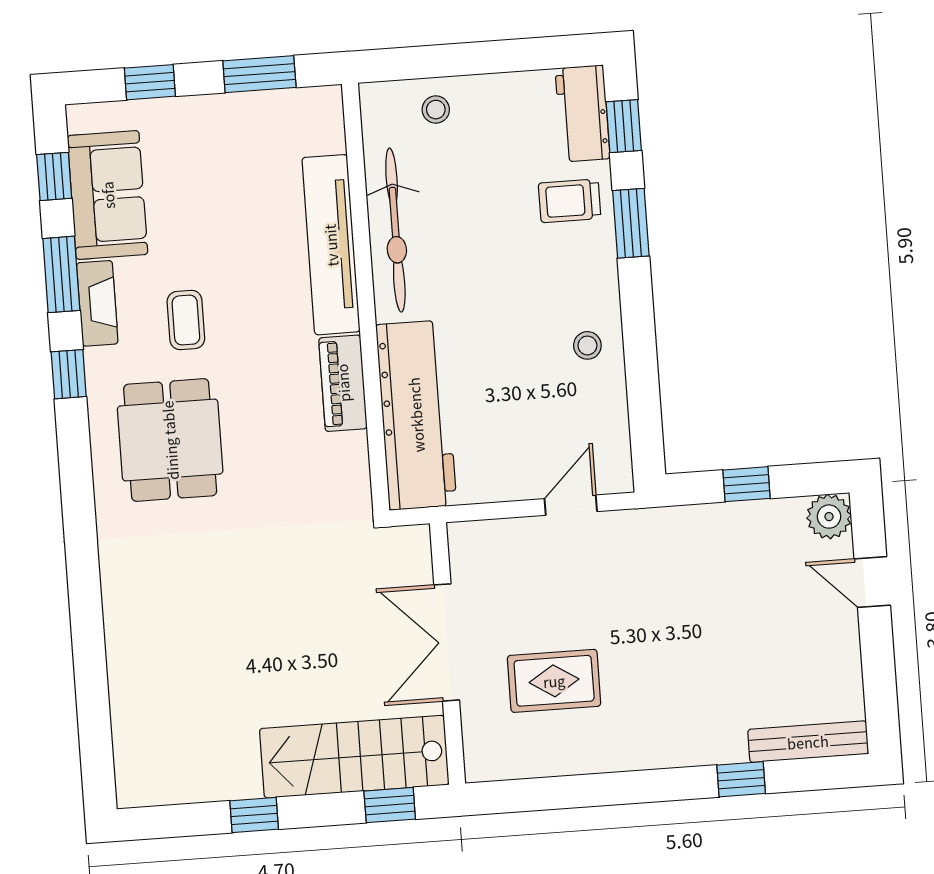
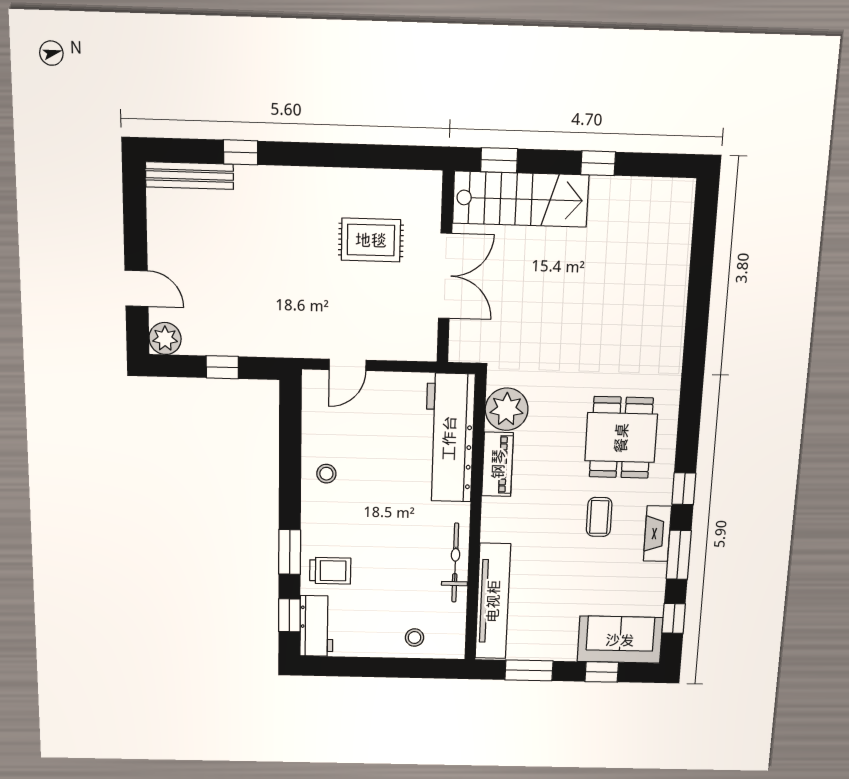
sofa: (108, 195) -> (620, 640), moved, turned 90
bicycle: (395, 230) -> (455, 563), width x0.73, depth x0.71
tv unit: (331, 245) -> (493, 601), moved
plant: (339, 465) -> (507, 409), added

